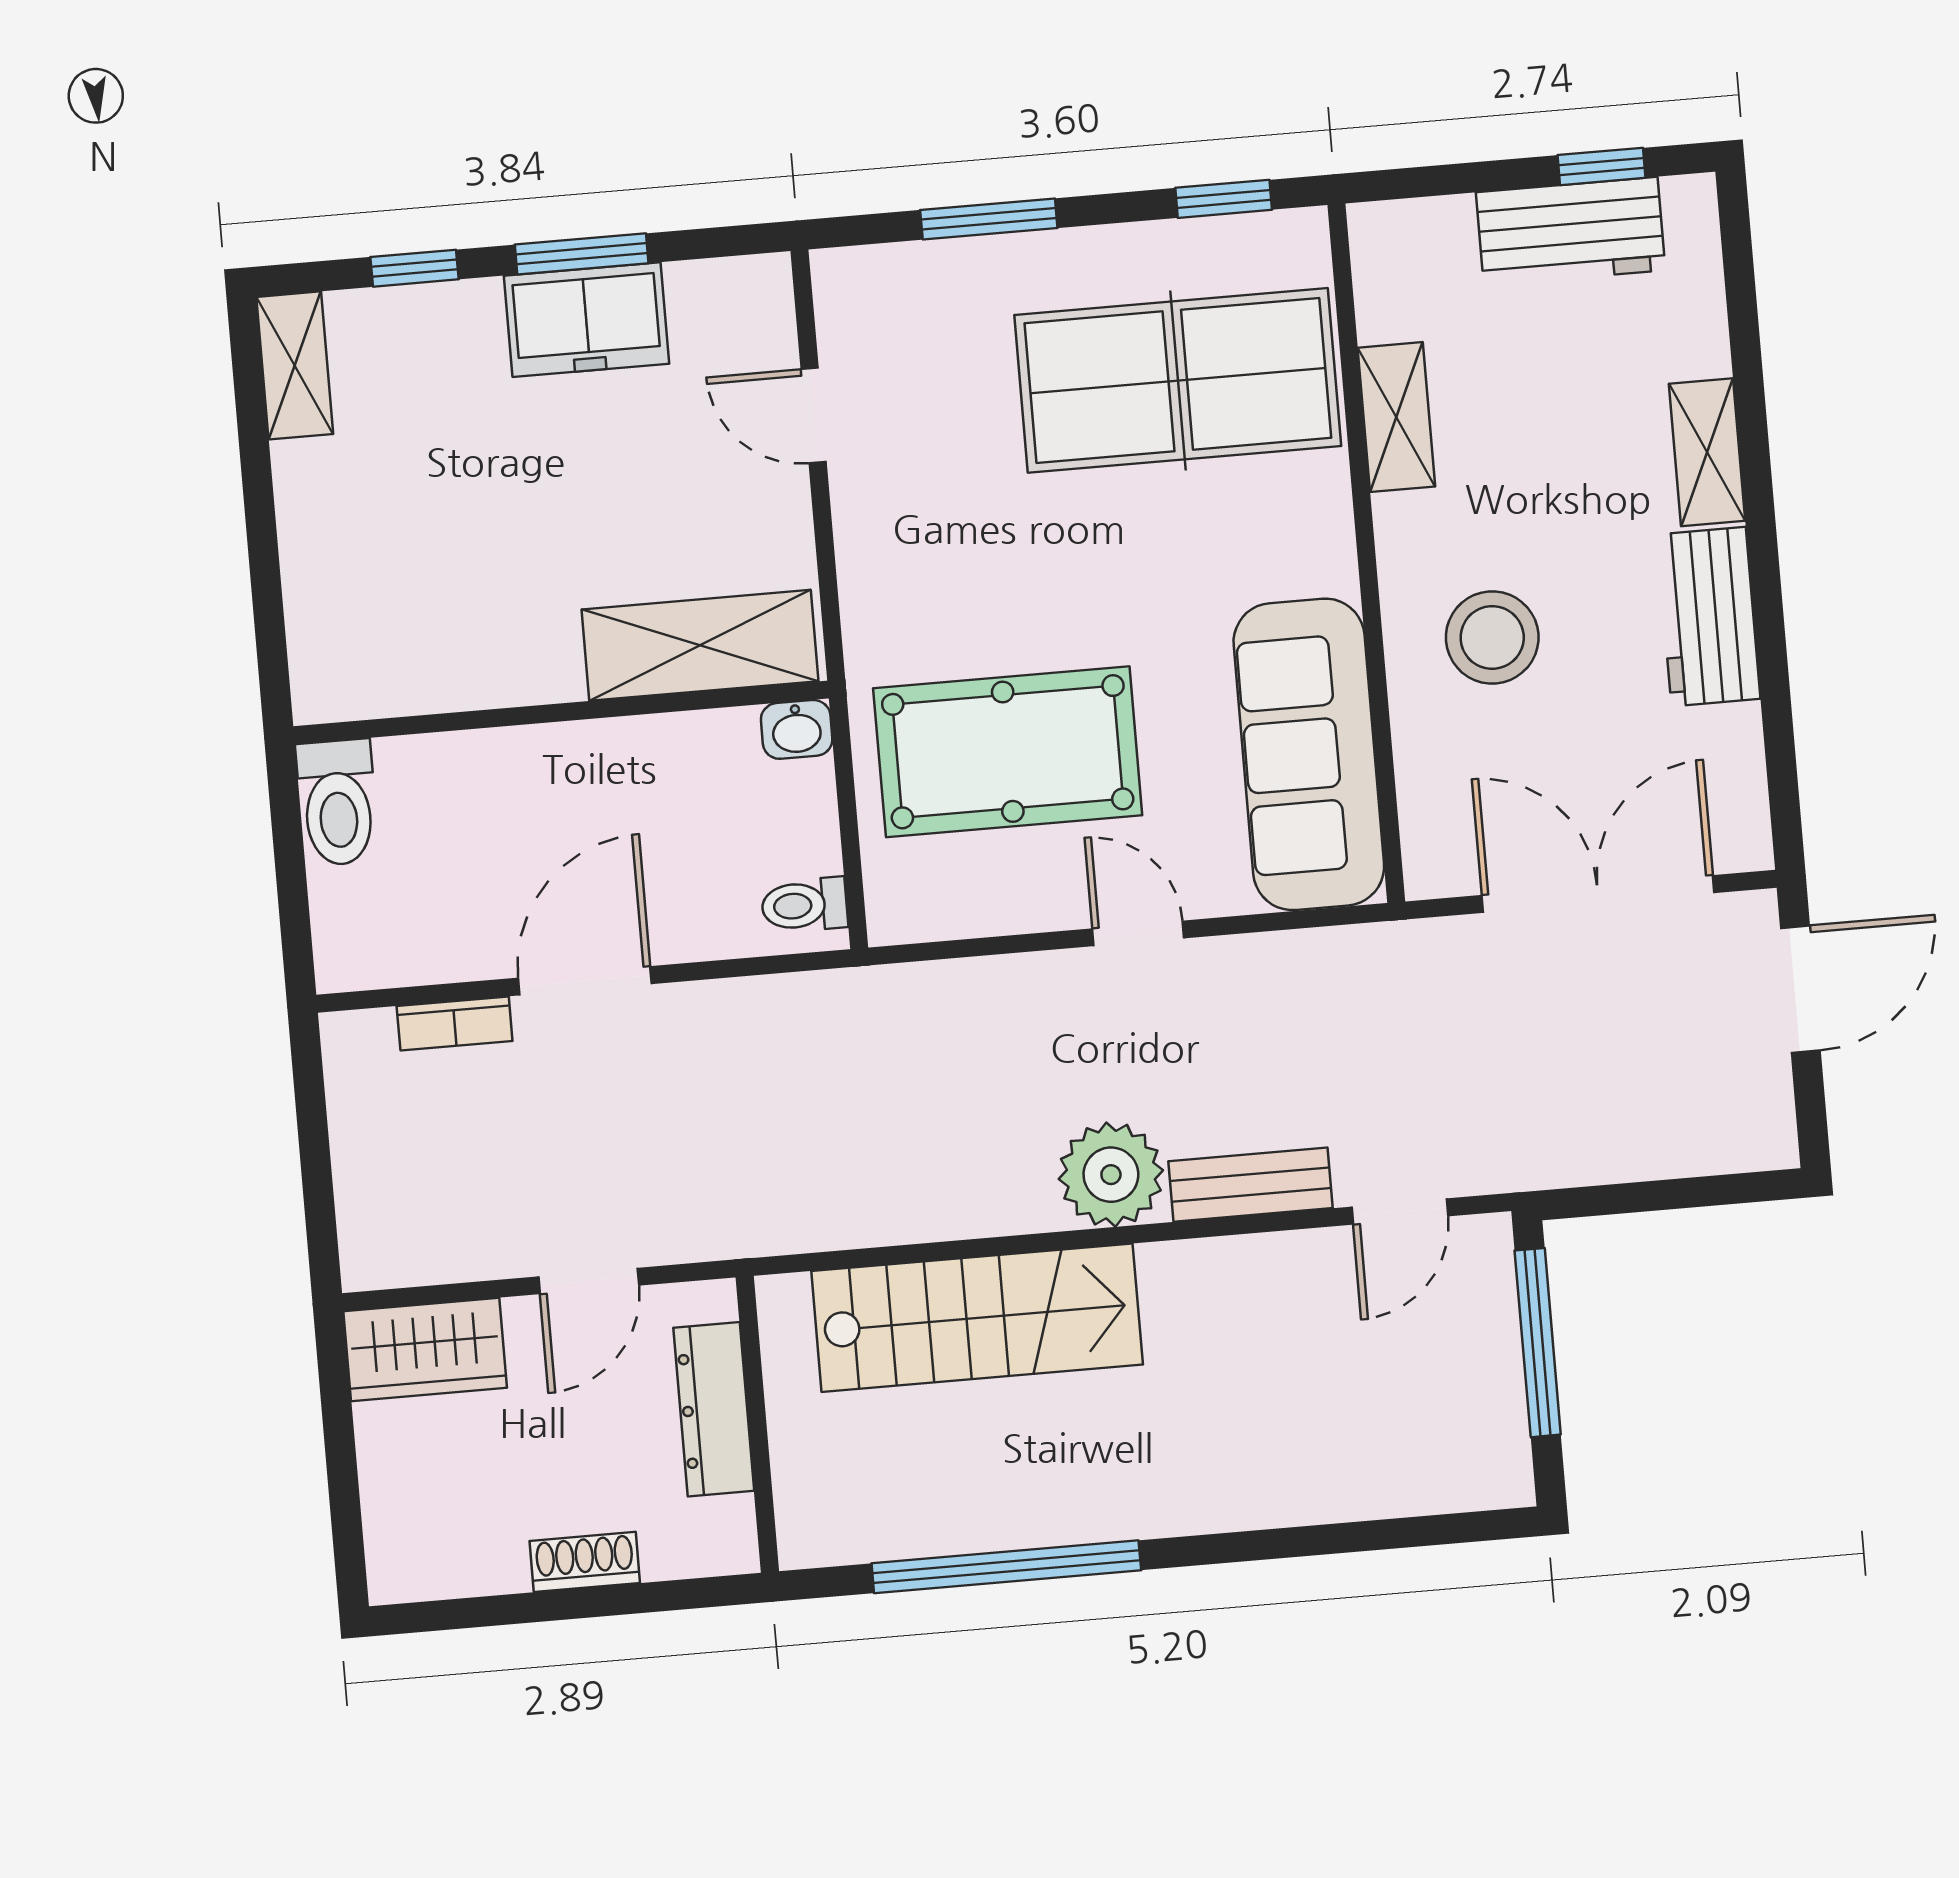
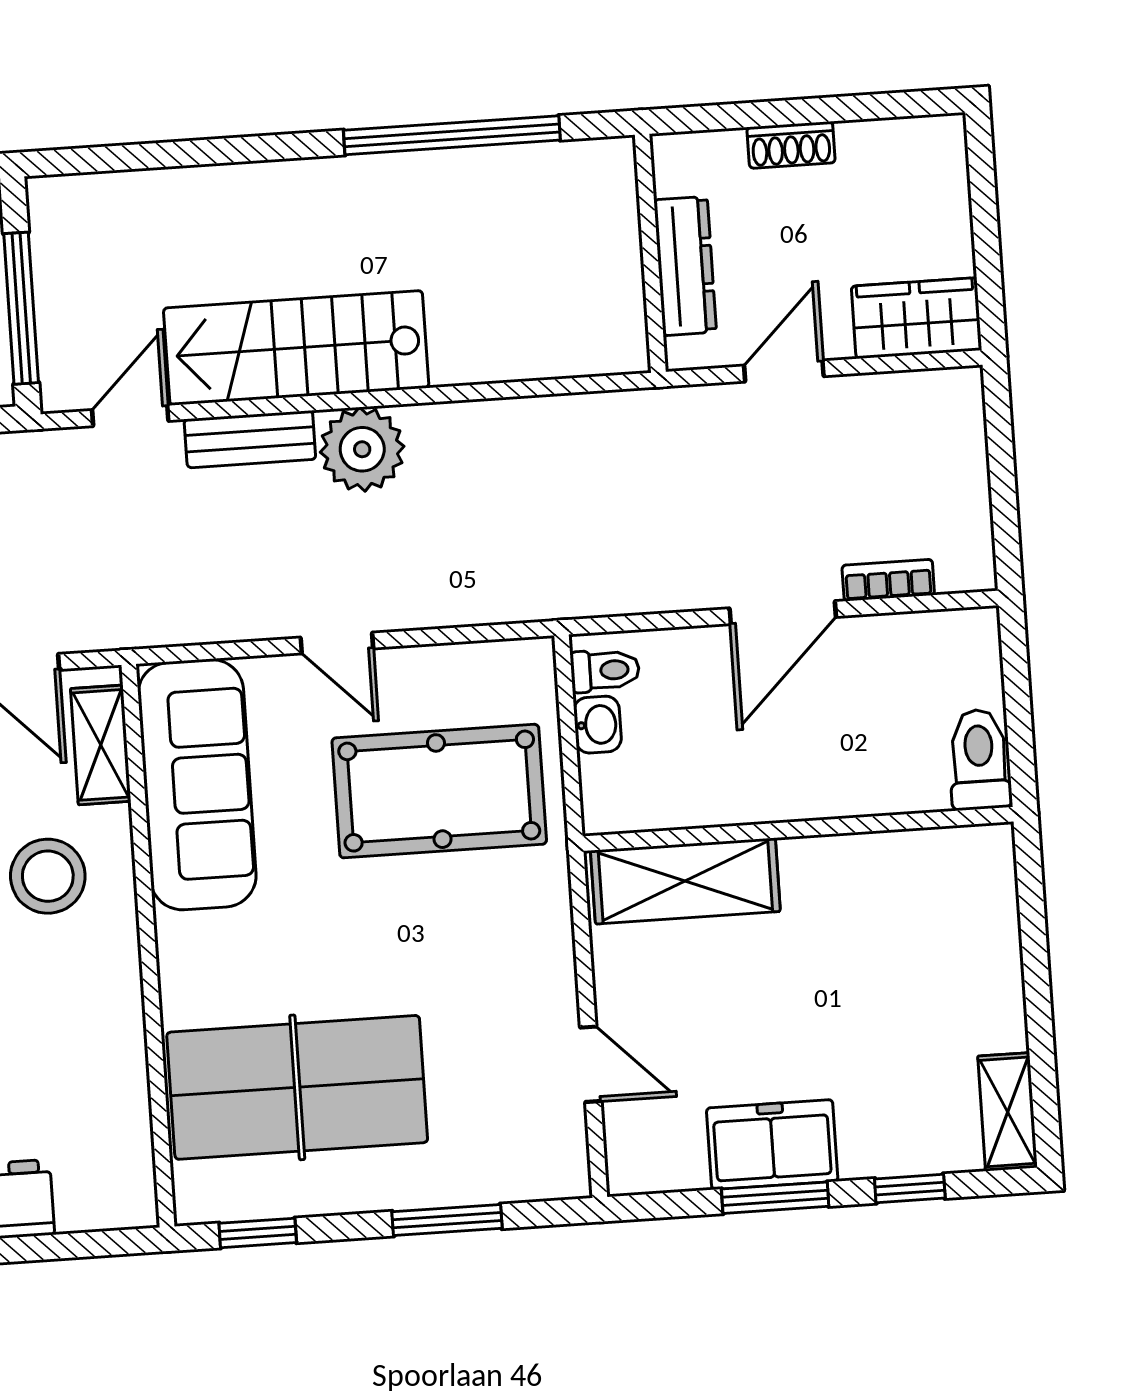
shelving: (1396, 417) -> (101, 745), moved
washbasin: (797, 729) -> (598, 725), moved, turned 90
stairs: (977, 1318) -> (296, 348), moved

